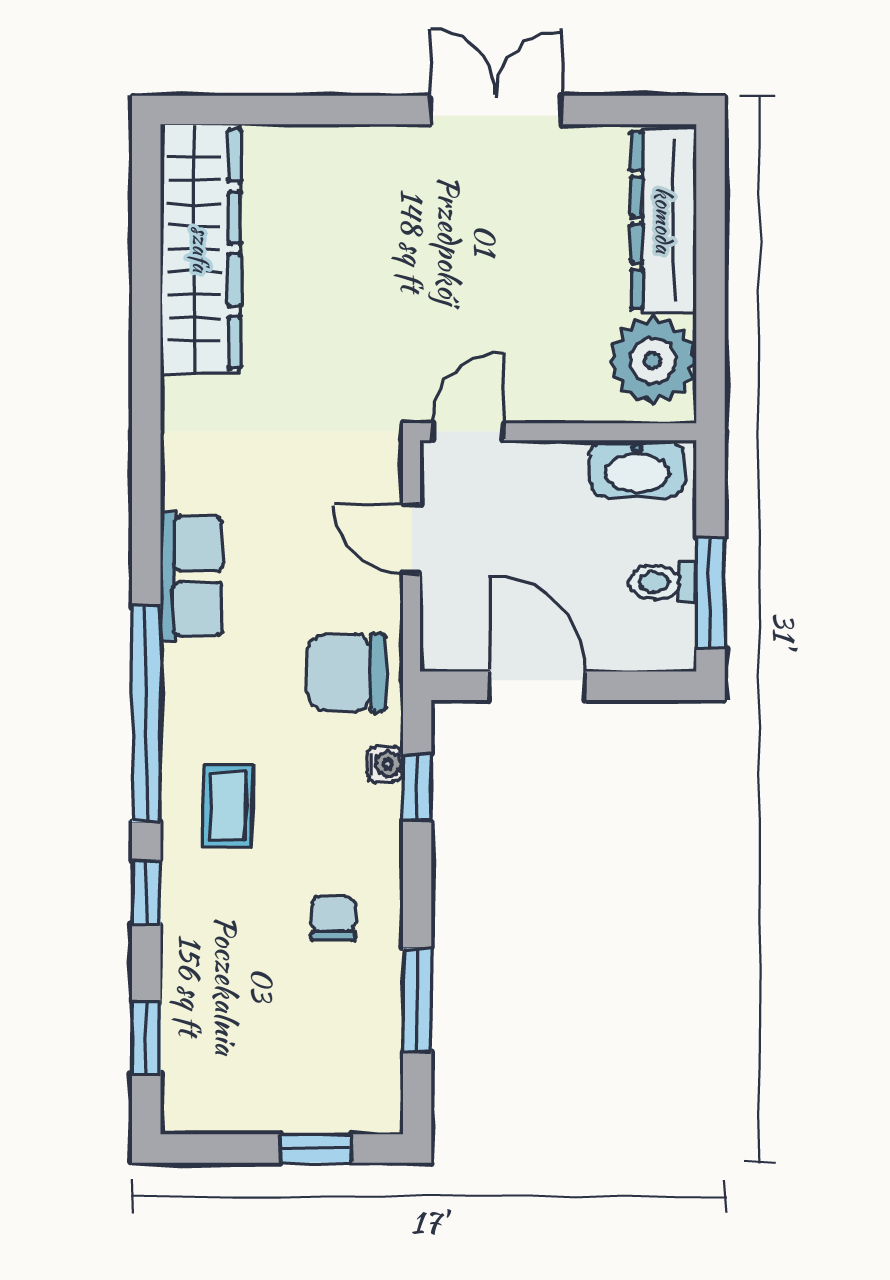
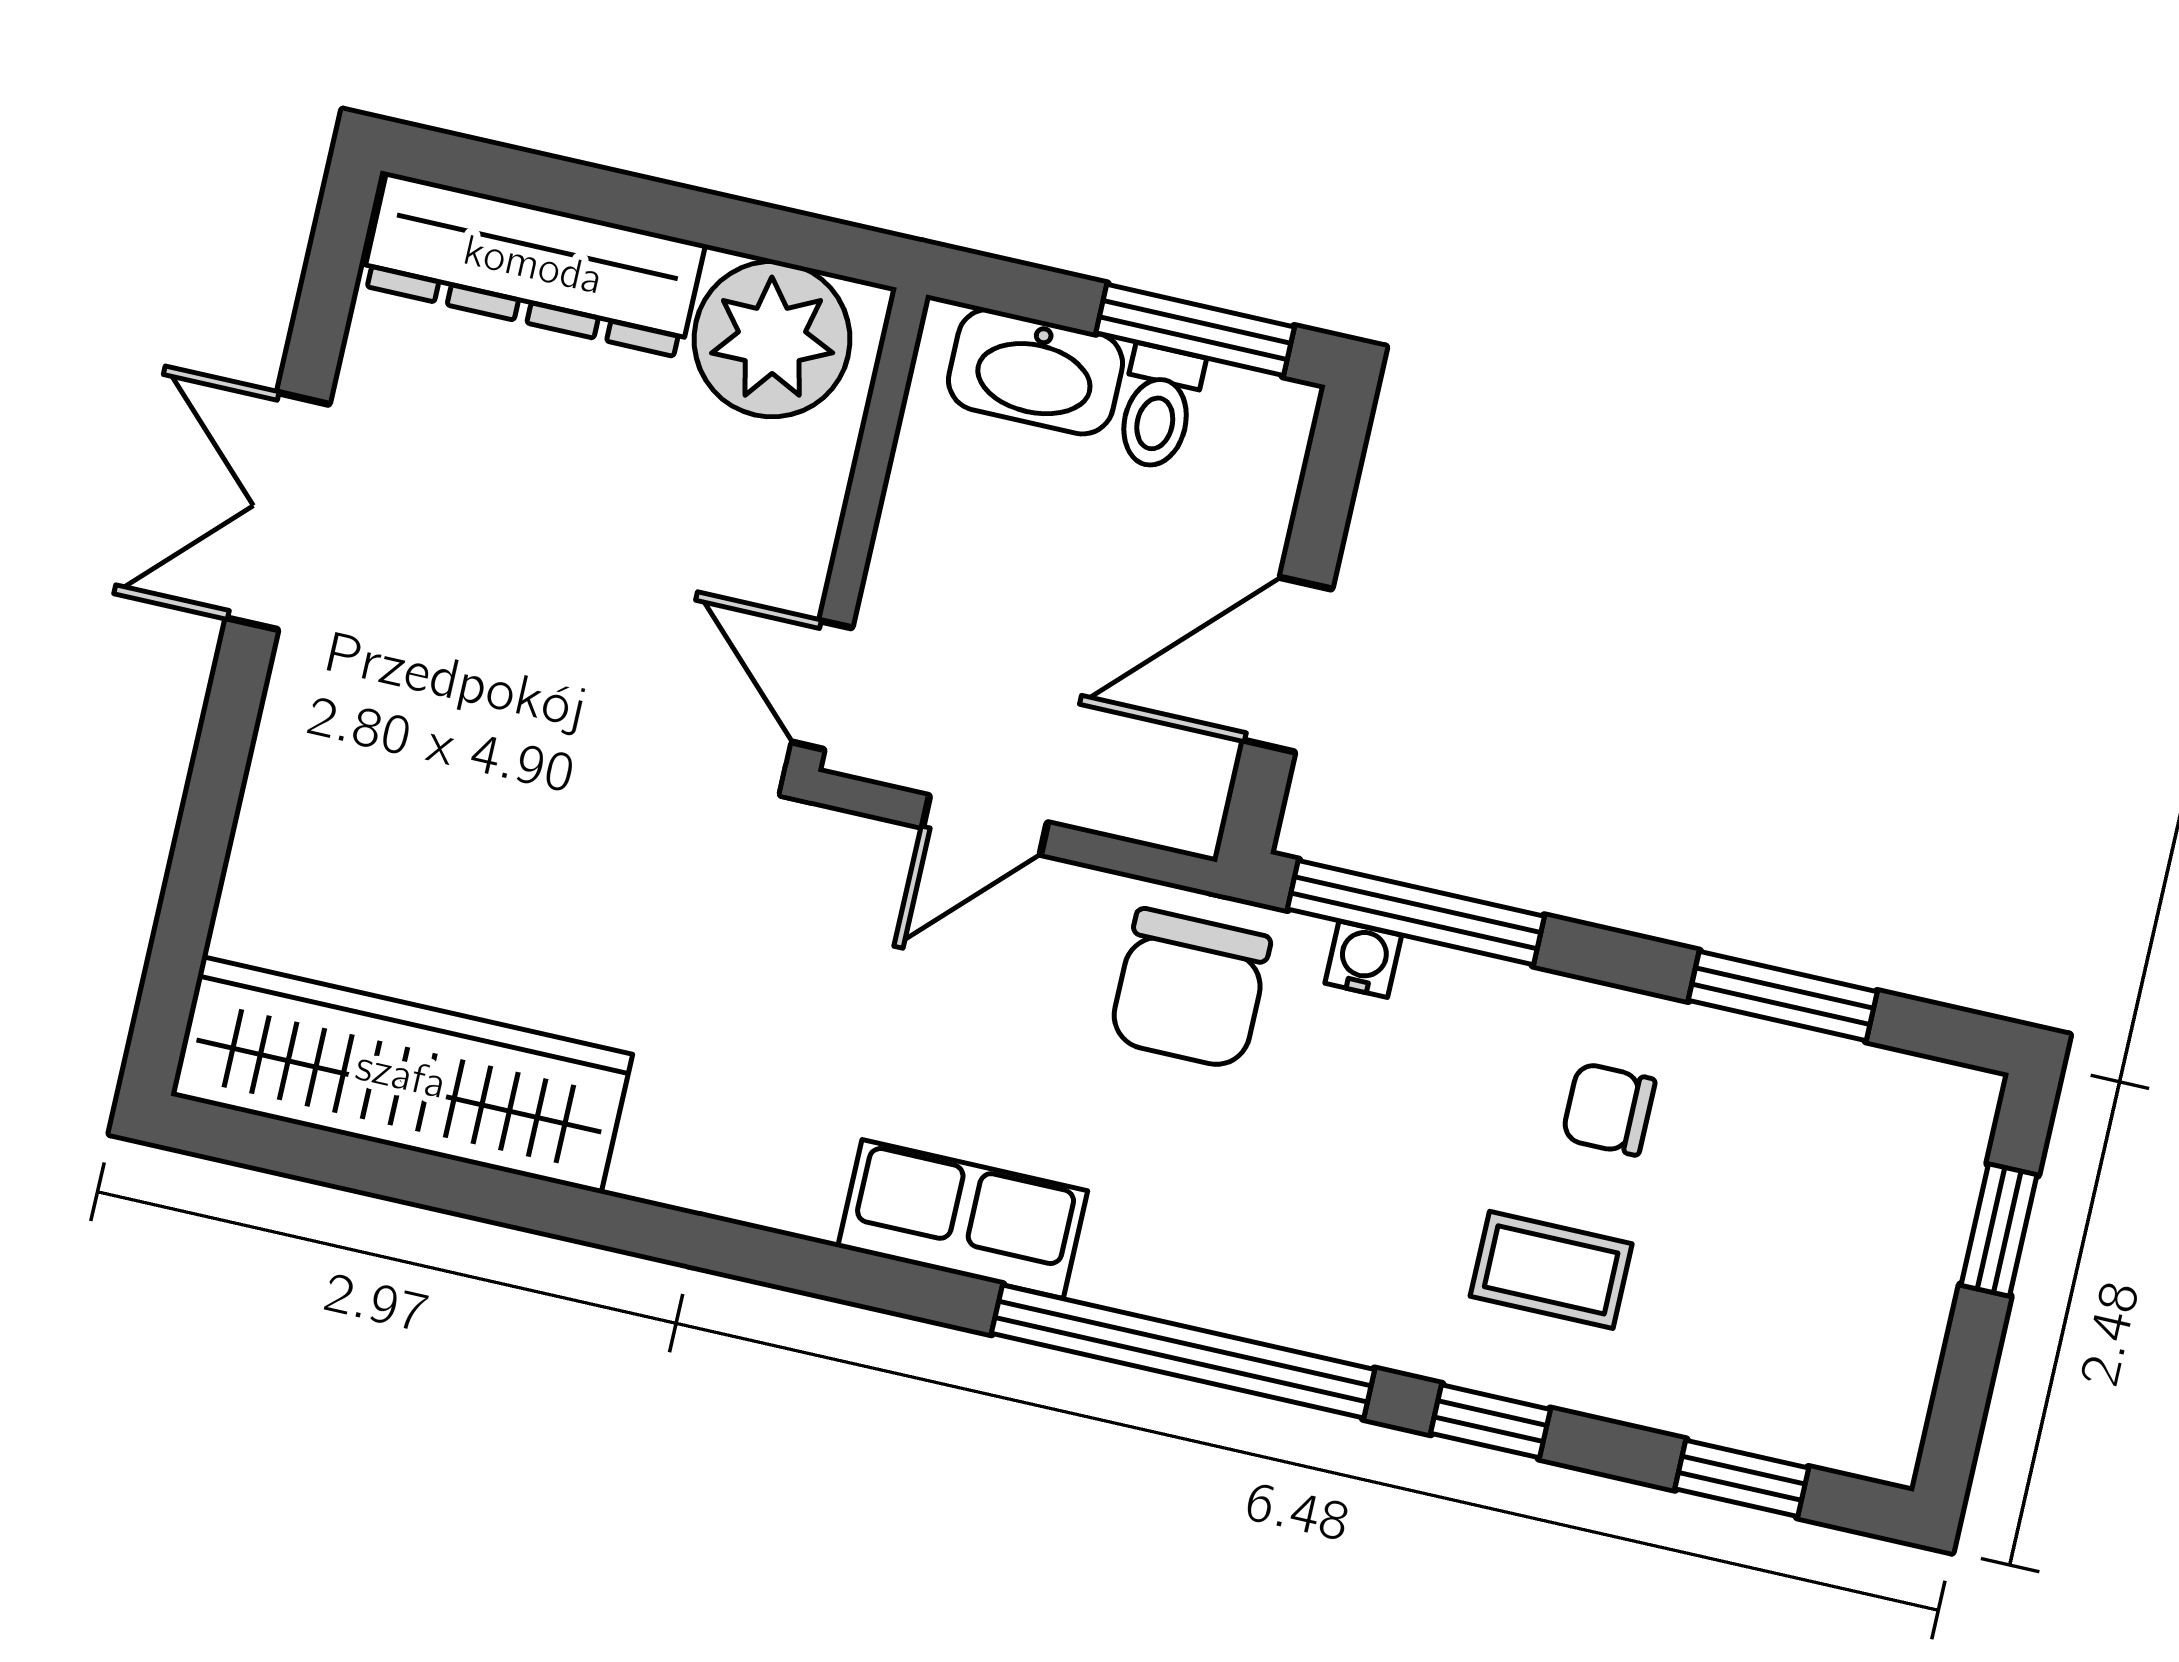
washbasin: (637, 469) -> (1035, 372), moved, turned 90
window: (417, 787) -> (1416, 913), width x2.17
coffee table: (228, 806) -> (1551, 1270), moved

